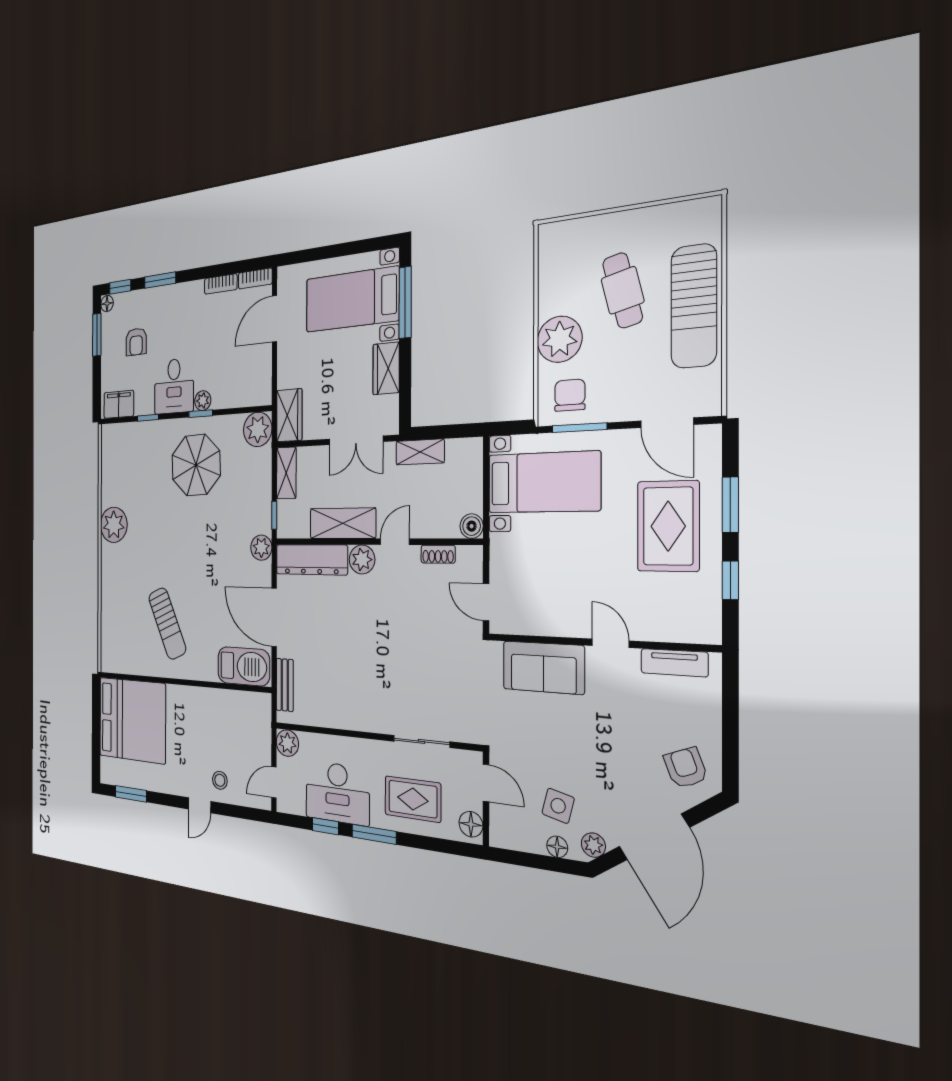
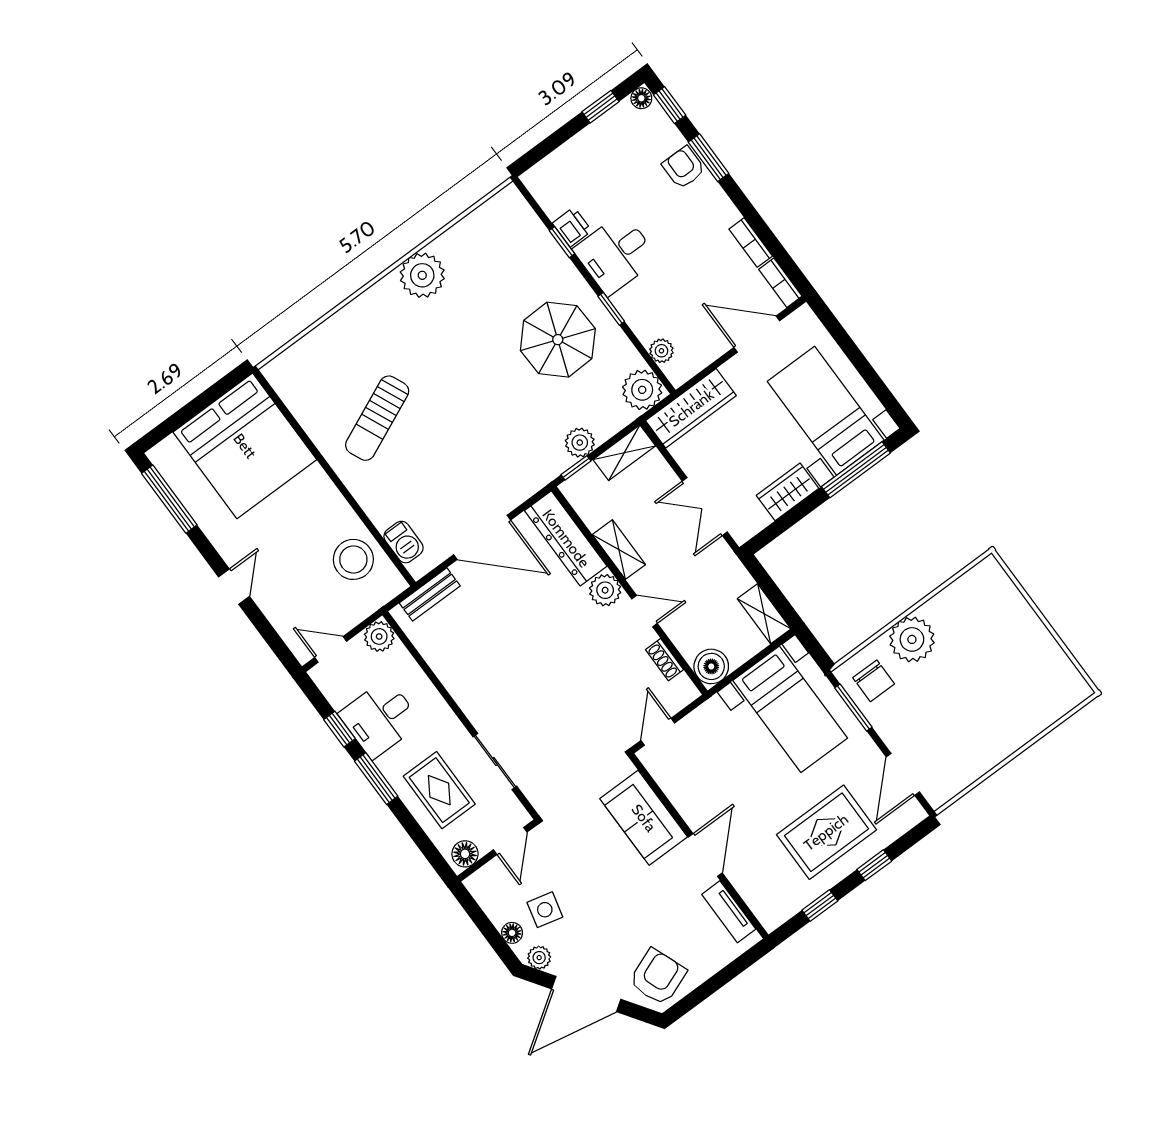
cafe table: (623, 290) -> (981, 665), removed
sun lounger: (694, 306) -> (1002, 731), removed
window: (97, 335) -> (600, 107), width x0.67
armchair: (136, 342) -> (684, 167), moved, turned 90
chair: (570, 395) -> (874, 681), turned 90
plant: (203, 401) -> (661, 351), moved
filing cabinet: (119, 404) -> (549, 192), removed
printer: (144, 404) -> (572, 227), added
wardrobe: (289, 415) -> (691, 408), width x1.50
shelving: (420, 452) -> (764, 614), moved
window: (730, 505) -> (874, 865), width x0.67
shelving: (343, 523) -> (619, 550), width x0.67, depth x0.75
boiler: (472, 526) -> (711, 666), width x1.36, depth x1.36
plant: (261, 548) -> (580, 443), moved
door: (274, 617) -> (482, 537), swing flipped
door: (610, 643) -> (705, 855), width x1.38
barbecue: (244, 666) -> (404, 542), width x0.53, depth x0.65
armchair: (686, 768) -> (658, 977), width x1.38, depth x1.38
stool: (220, 780) -> (353, 559), moved, width x1.89, depth x1.89
desk: (337, 793) -> (380, 718), width x0.73
window: (131, 794) -> (169, 499), width x1.44
door: (199, 805) -> (234, 587), swing flipped

